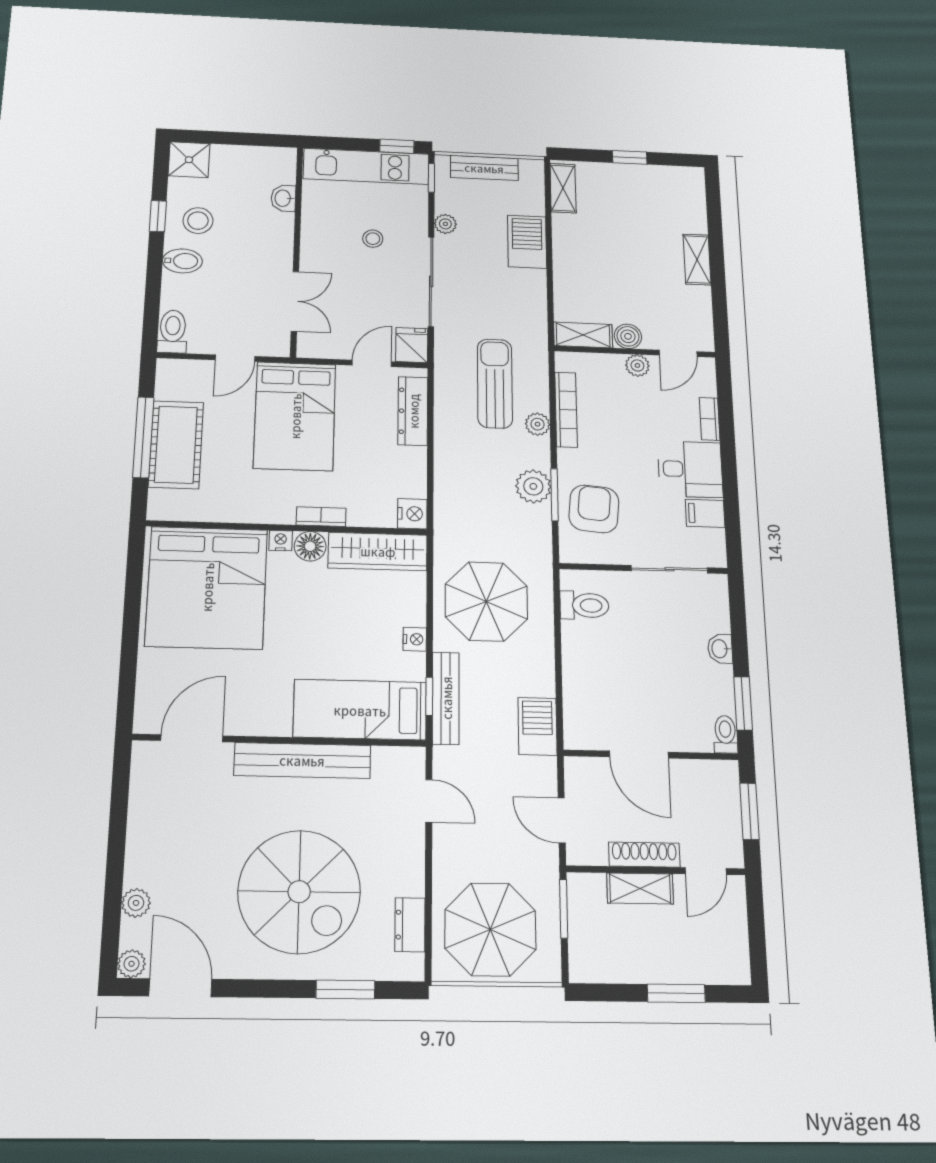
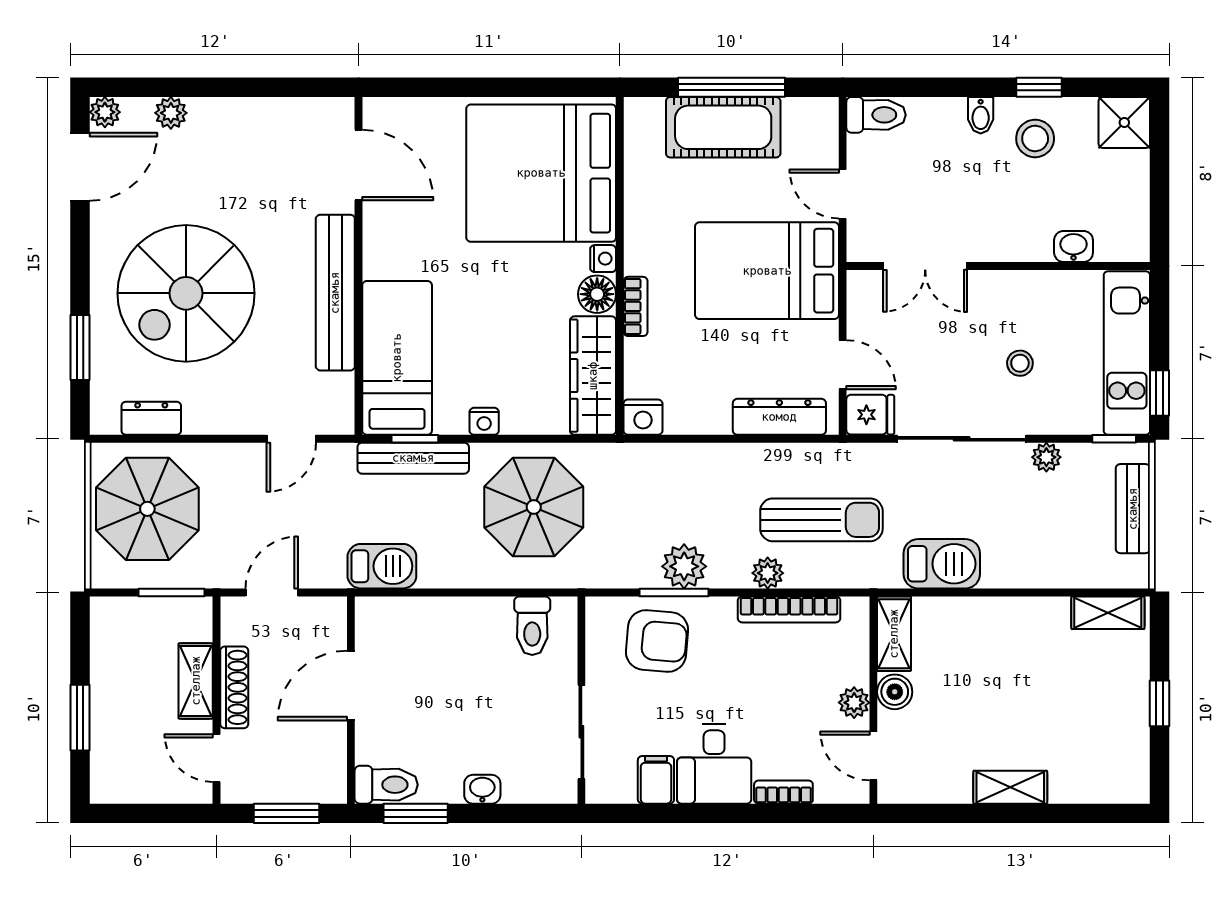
barbecue: (527, 242) -> (942, 564), moved
bidet: (182, 261) -> (981, 115), width x0.72, depth x0.74
toilet: (725, 734) -> (386, 785), width x1.37, depth x1.39

